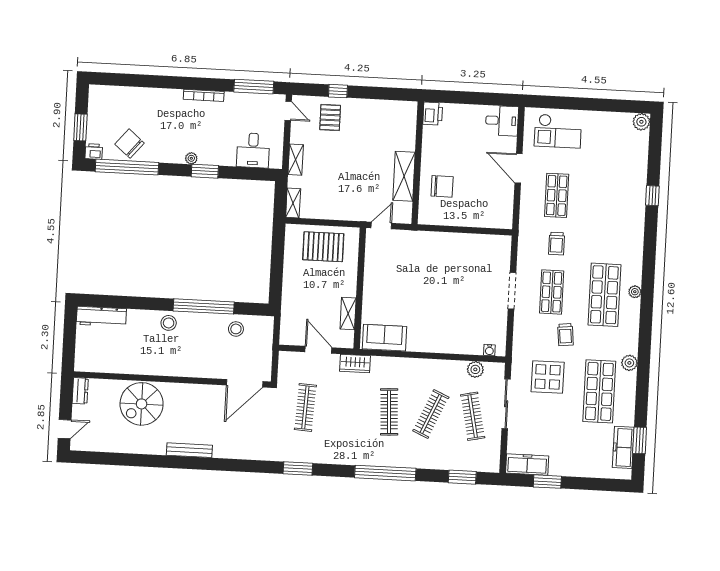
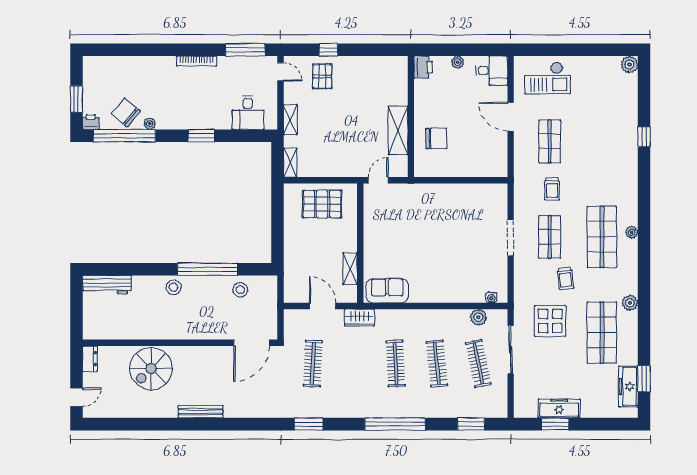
plant: (468, 110) -> (458, 62), added
plant: (191, 158) -> (150, 124), moved
clothes rail: (431, 414) -> (437, 364), turned -30
freezer: (527, 464) -> (559, 408), moved

